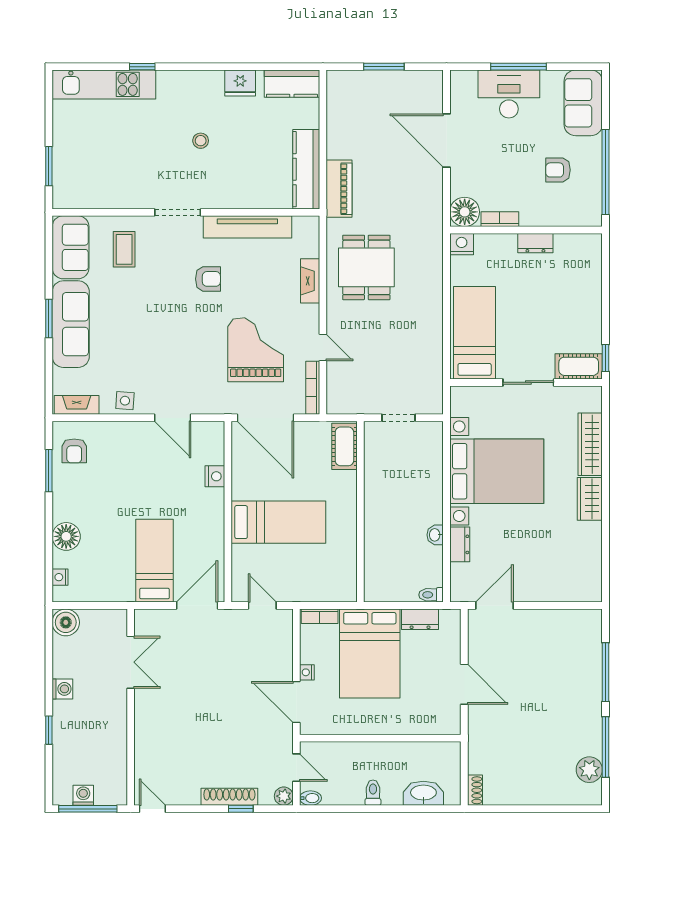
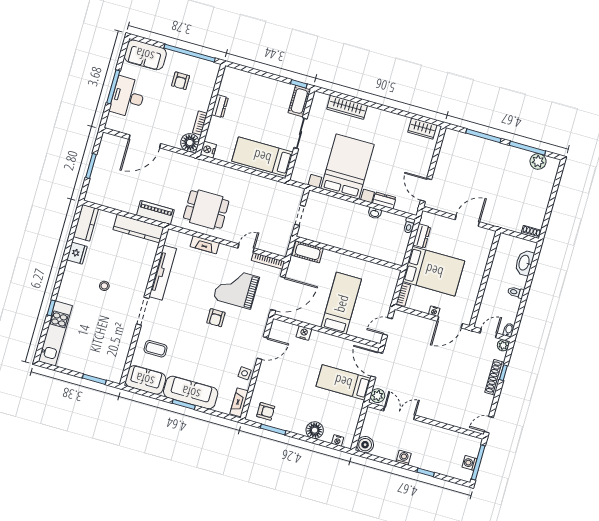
armchair: (208, 279) -> (216, 318), moved, turned 180
wardrobe: (590, 499) -> (422, 129), moved
plant: (149, 620) -> (378, 396), added

